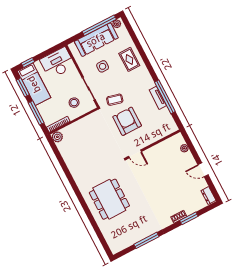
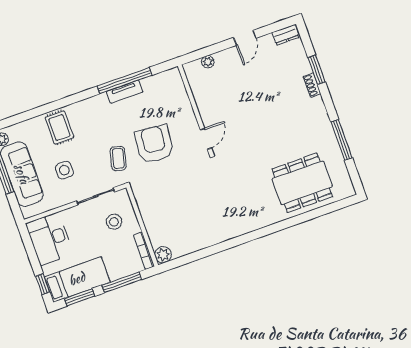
rug: (129, 59) -> (59, 127), turned 90
armchair: (127, 121) -> (154, 144), turned 96
dining table: (109, 199) -> (302, 183), moved

